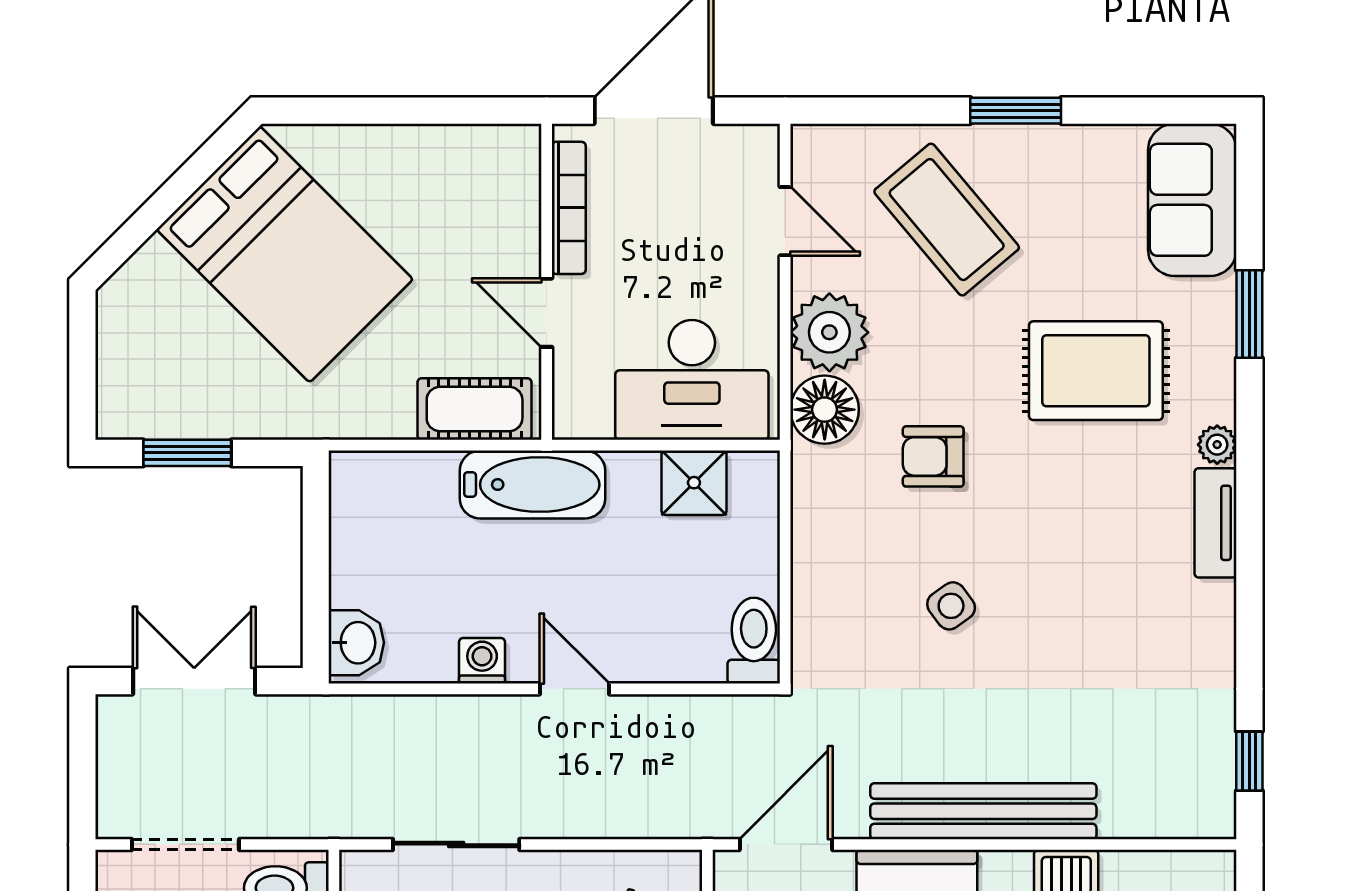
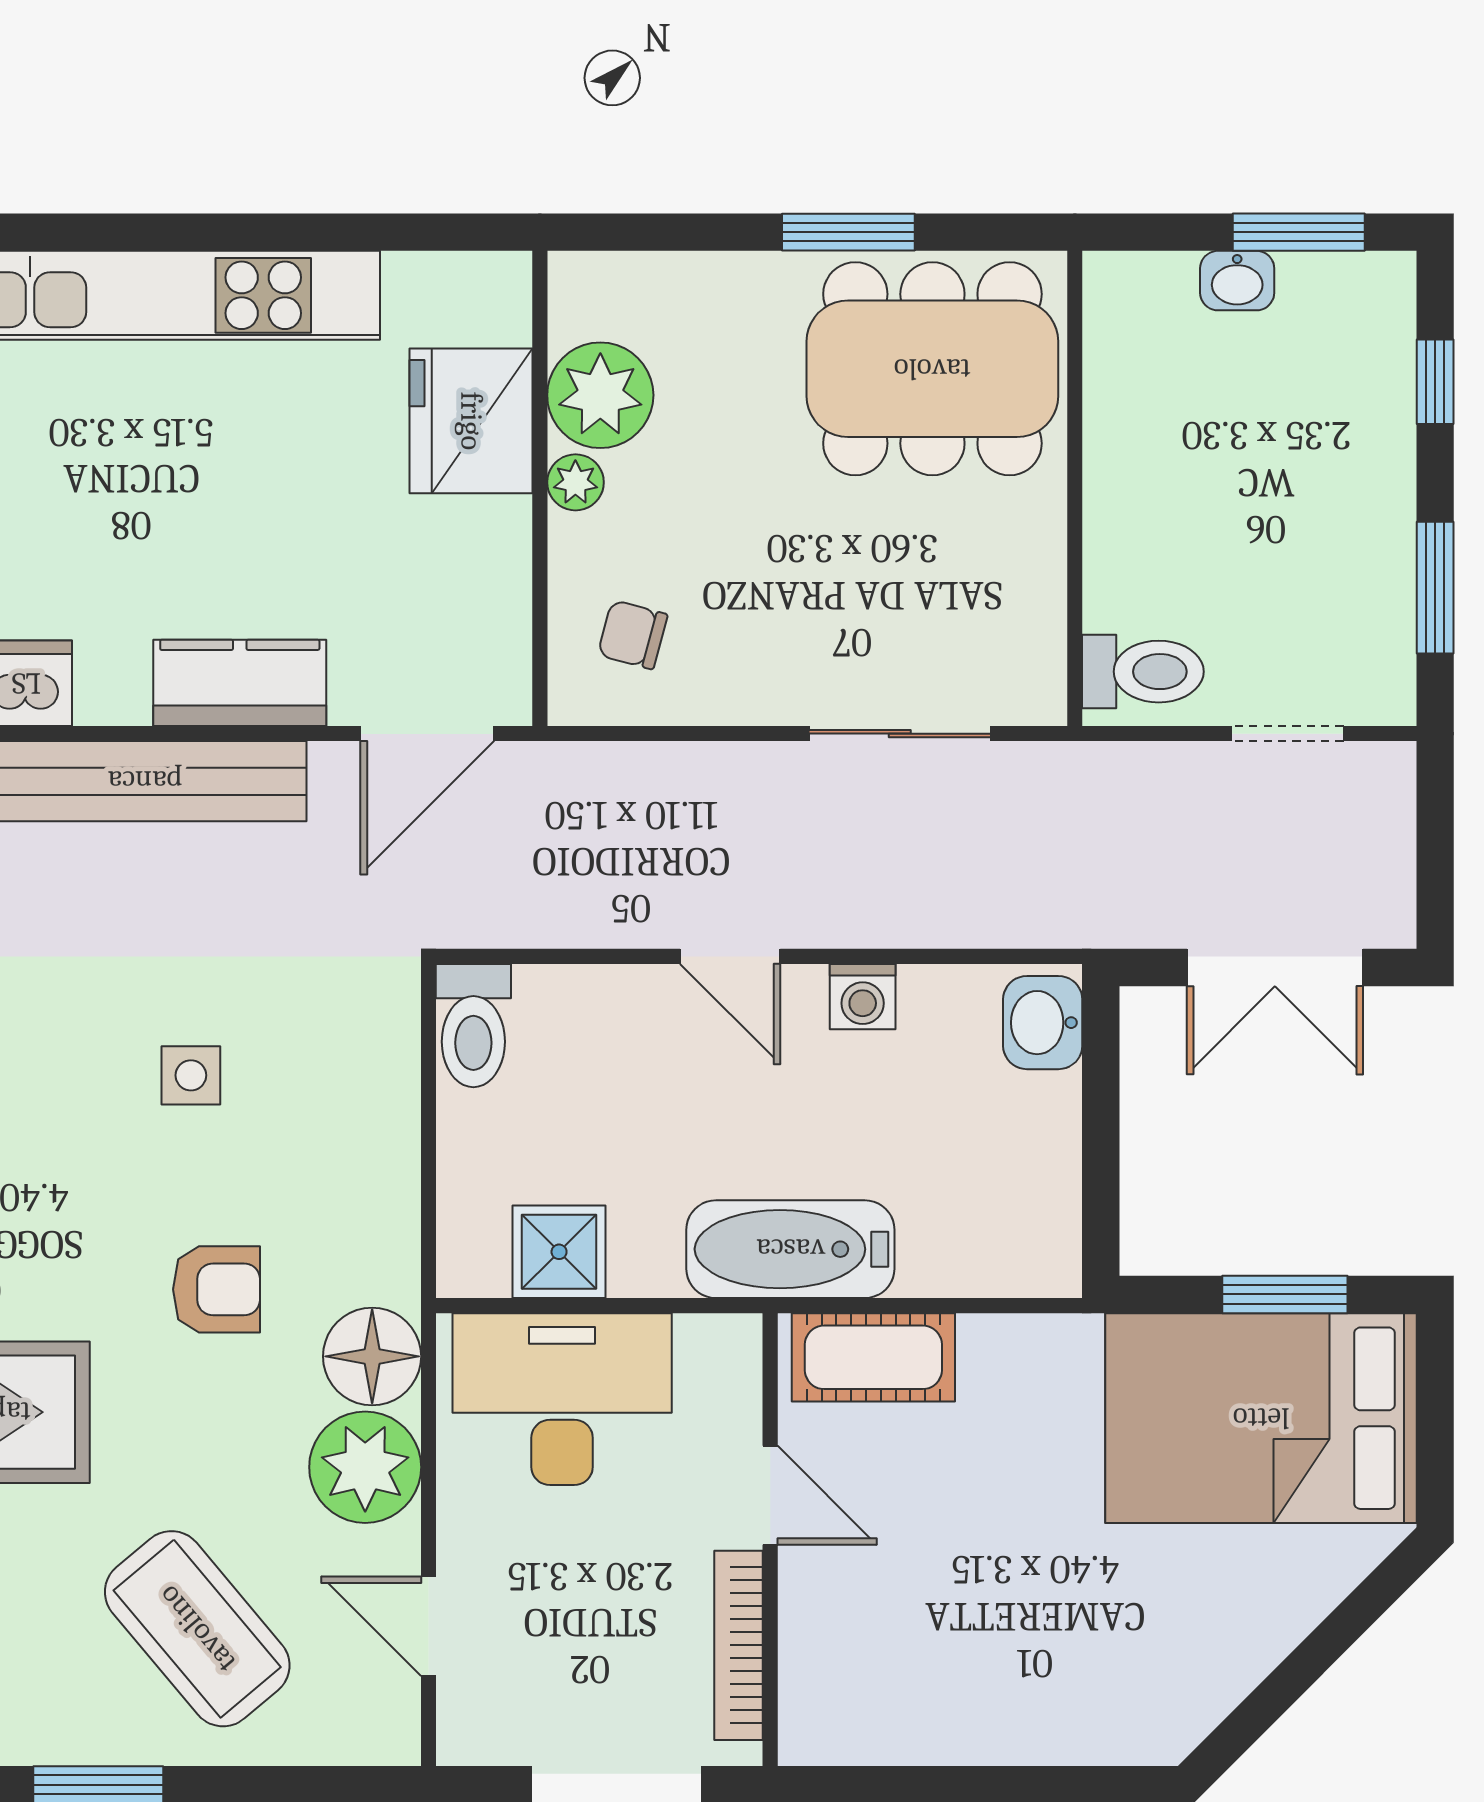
bed: (285, 254) -> (1261, 1418), moved, turned -45
side table: (951, 606) -> (191, 1075), turned 36
doorway: (185, 844) -> (1287, 734), width x0.73

